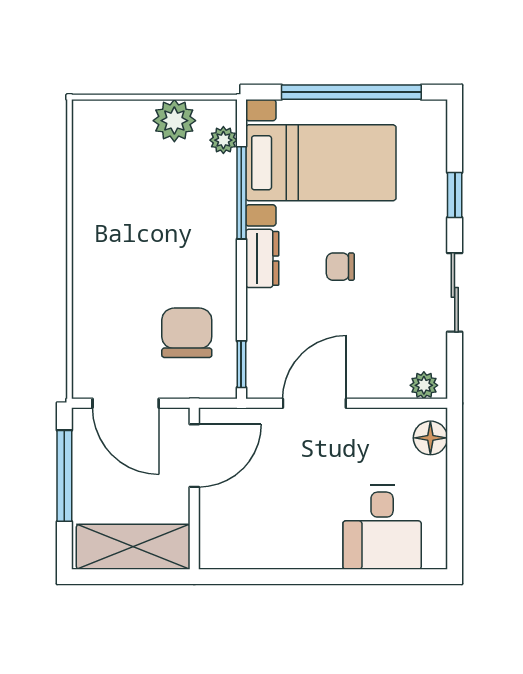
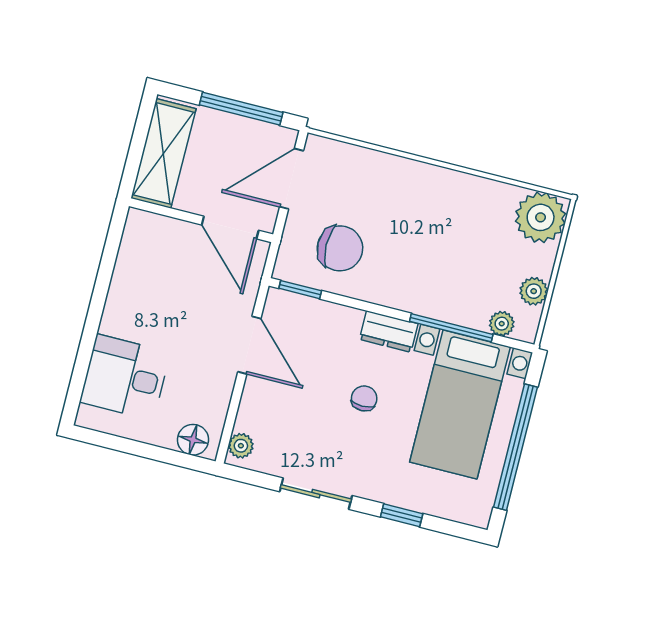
plant: (174, 121) -> (534, 291), width x0.73, depth x0.73
plant: (100, 127) -> (541, 217), added

